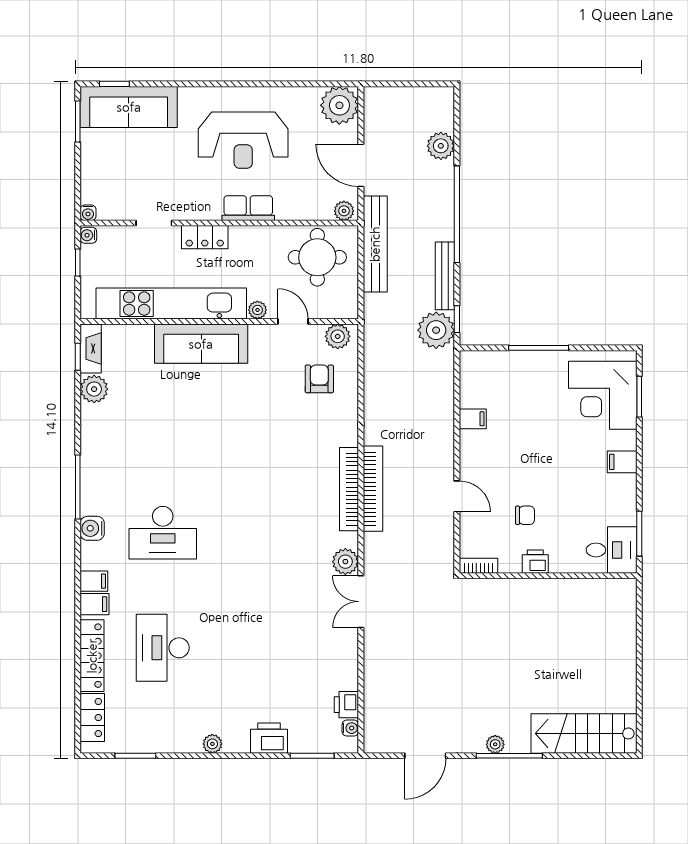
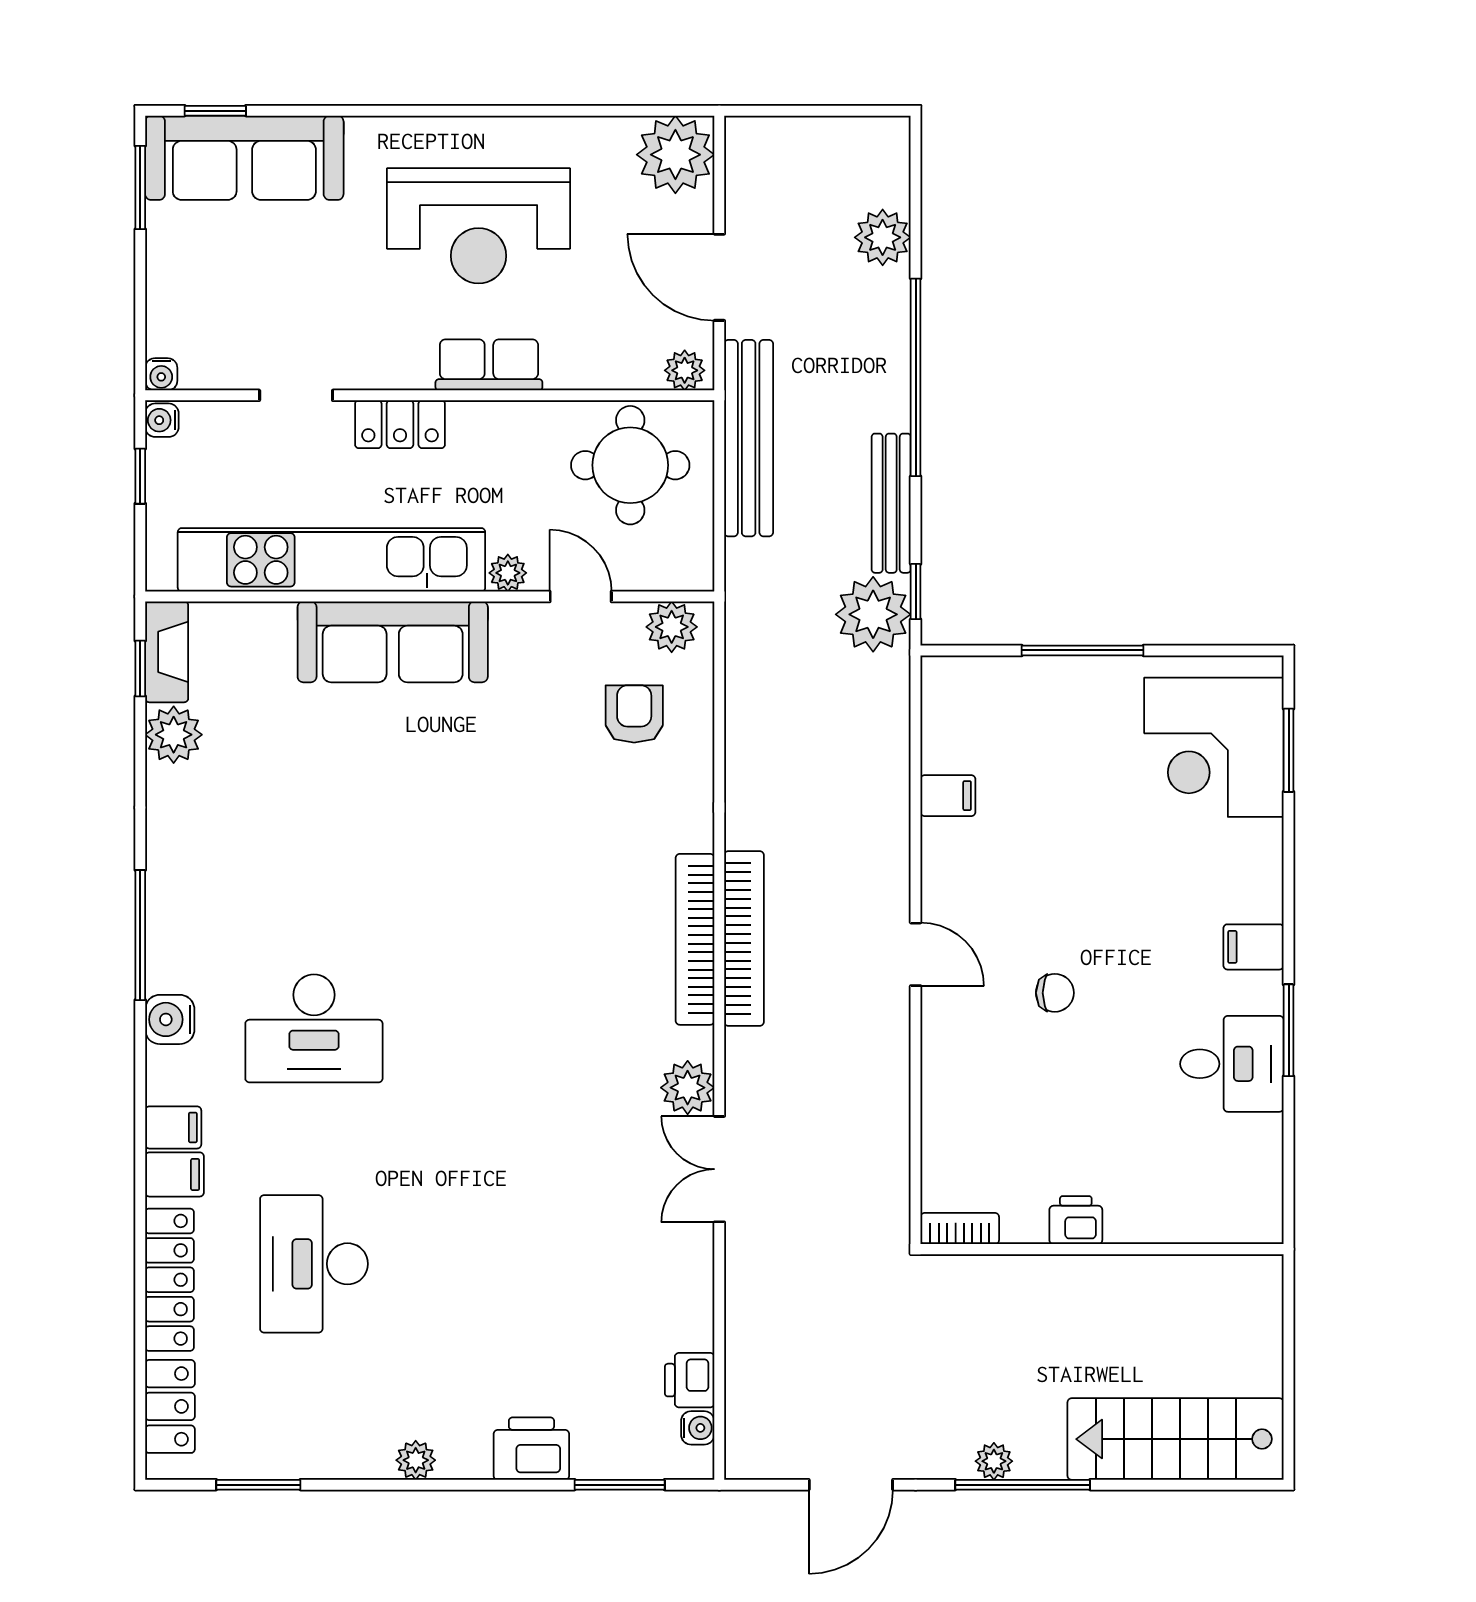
filing cabinet: (622, 462) -> (1253, 947), moved
printer: (535, 562) -> (1076, 1220), moved
bookcase: (478, 566) -> (960, 1229), moved
wall: (548, 576) -> (1102, 1249), moved

